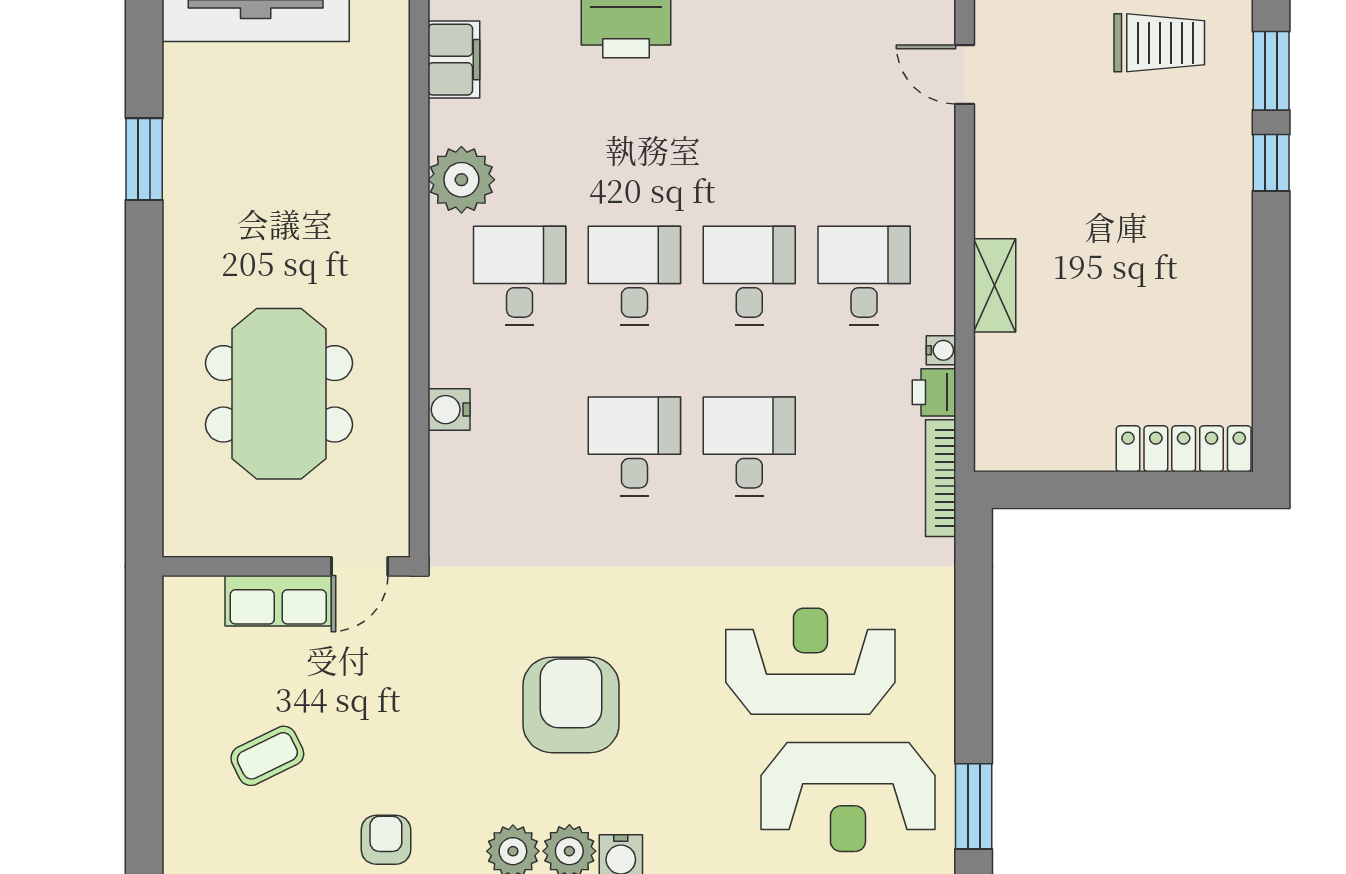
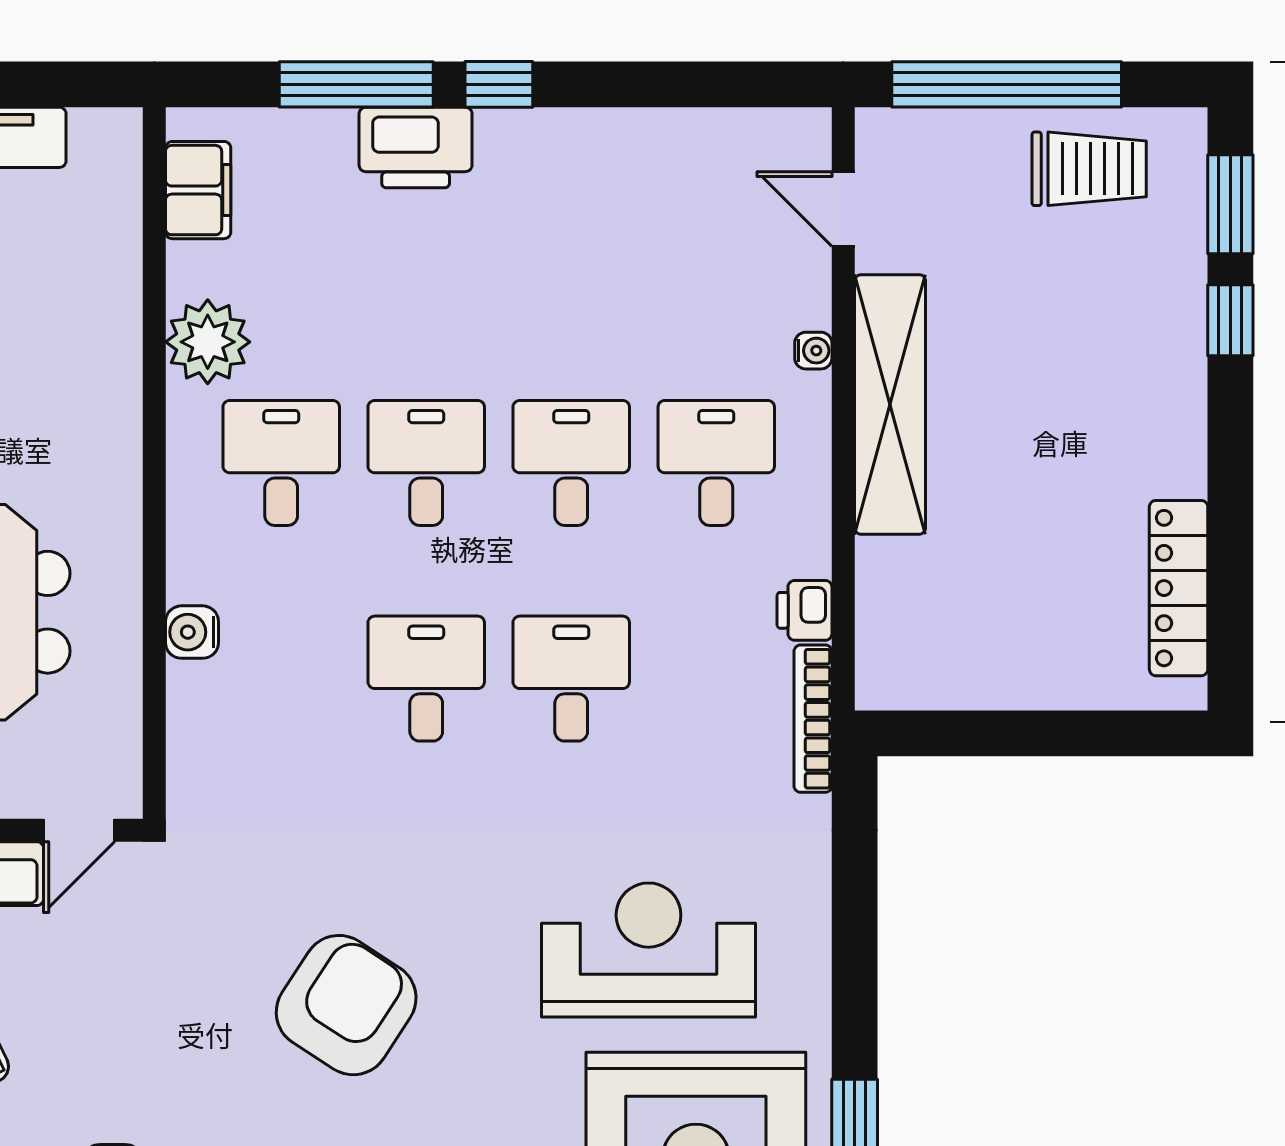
shelving: (995, 285) -> (890, 404), width x2.20, depth x1.33
water cooler: (941, 350) -> (813, 351), moved
locker: (1184, 449) -> (1179, 588), moved, turned -90
armchair: (571, 705) -> (346, 1005), turned 33

